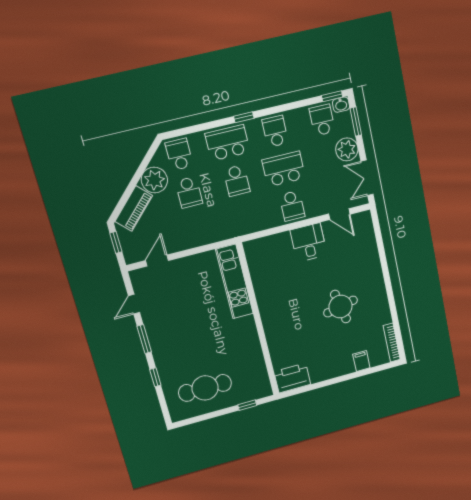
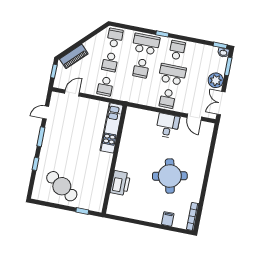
school desk: (322, 120) -> (105, 86), moved, turned 180
plant: (154, 180) -> (94, 46), removed
round table: (340, 307) -> (170, 176), width x1.36, depth x1.36
printer: (292, 378) -> (120, 183), moved, turned 90
cafe table: (205, 388) -> (62, 186), turned 33

